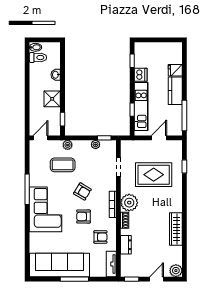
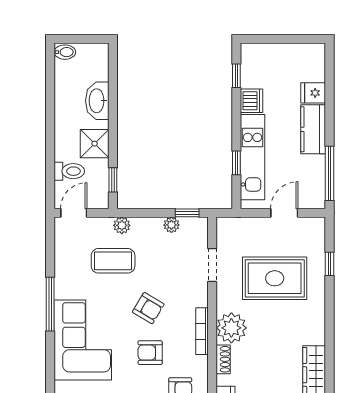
toilet: (38, 58) -> (69, 171), moved
washbasin: (56, 75) -> (97, 101), width x1.91, depth x1.45

